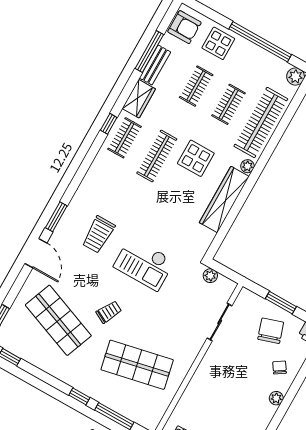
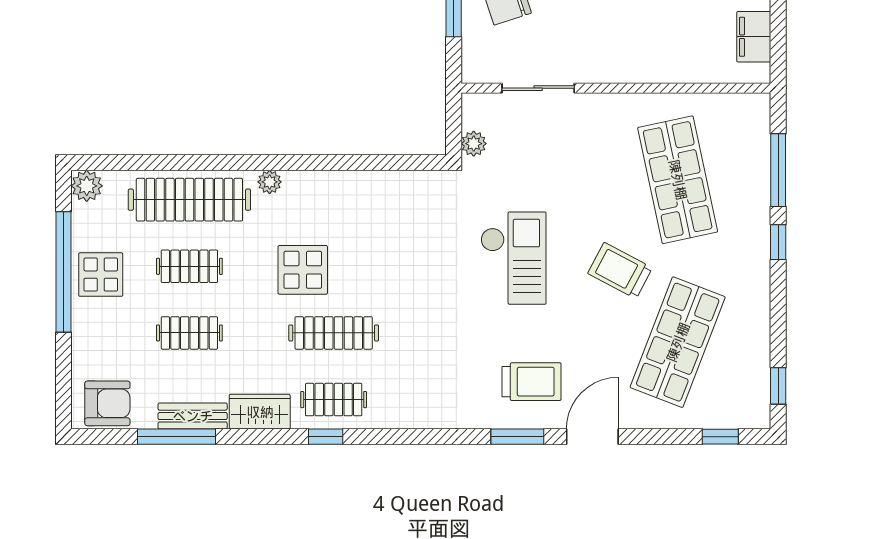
armchair: (184, 27) -> (107, 403), turned 90
display table: (218, 43) -> (101, 275), moved
wardrobe: (224, 200) -> (342, 189), removed
trolley: (98, 235) -> (532, 382), moved
trolley: (109, 312) -> (620, 271), width x1.36, depth x1.39

